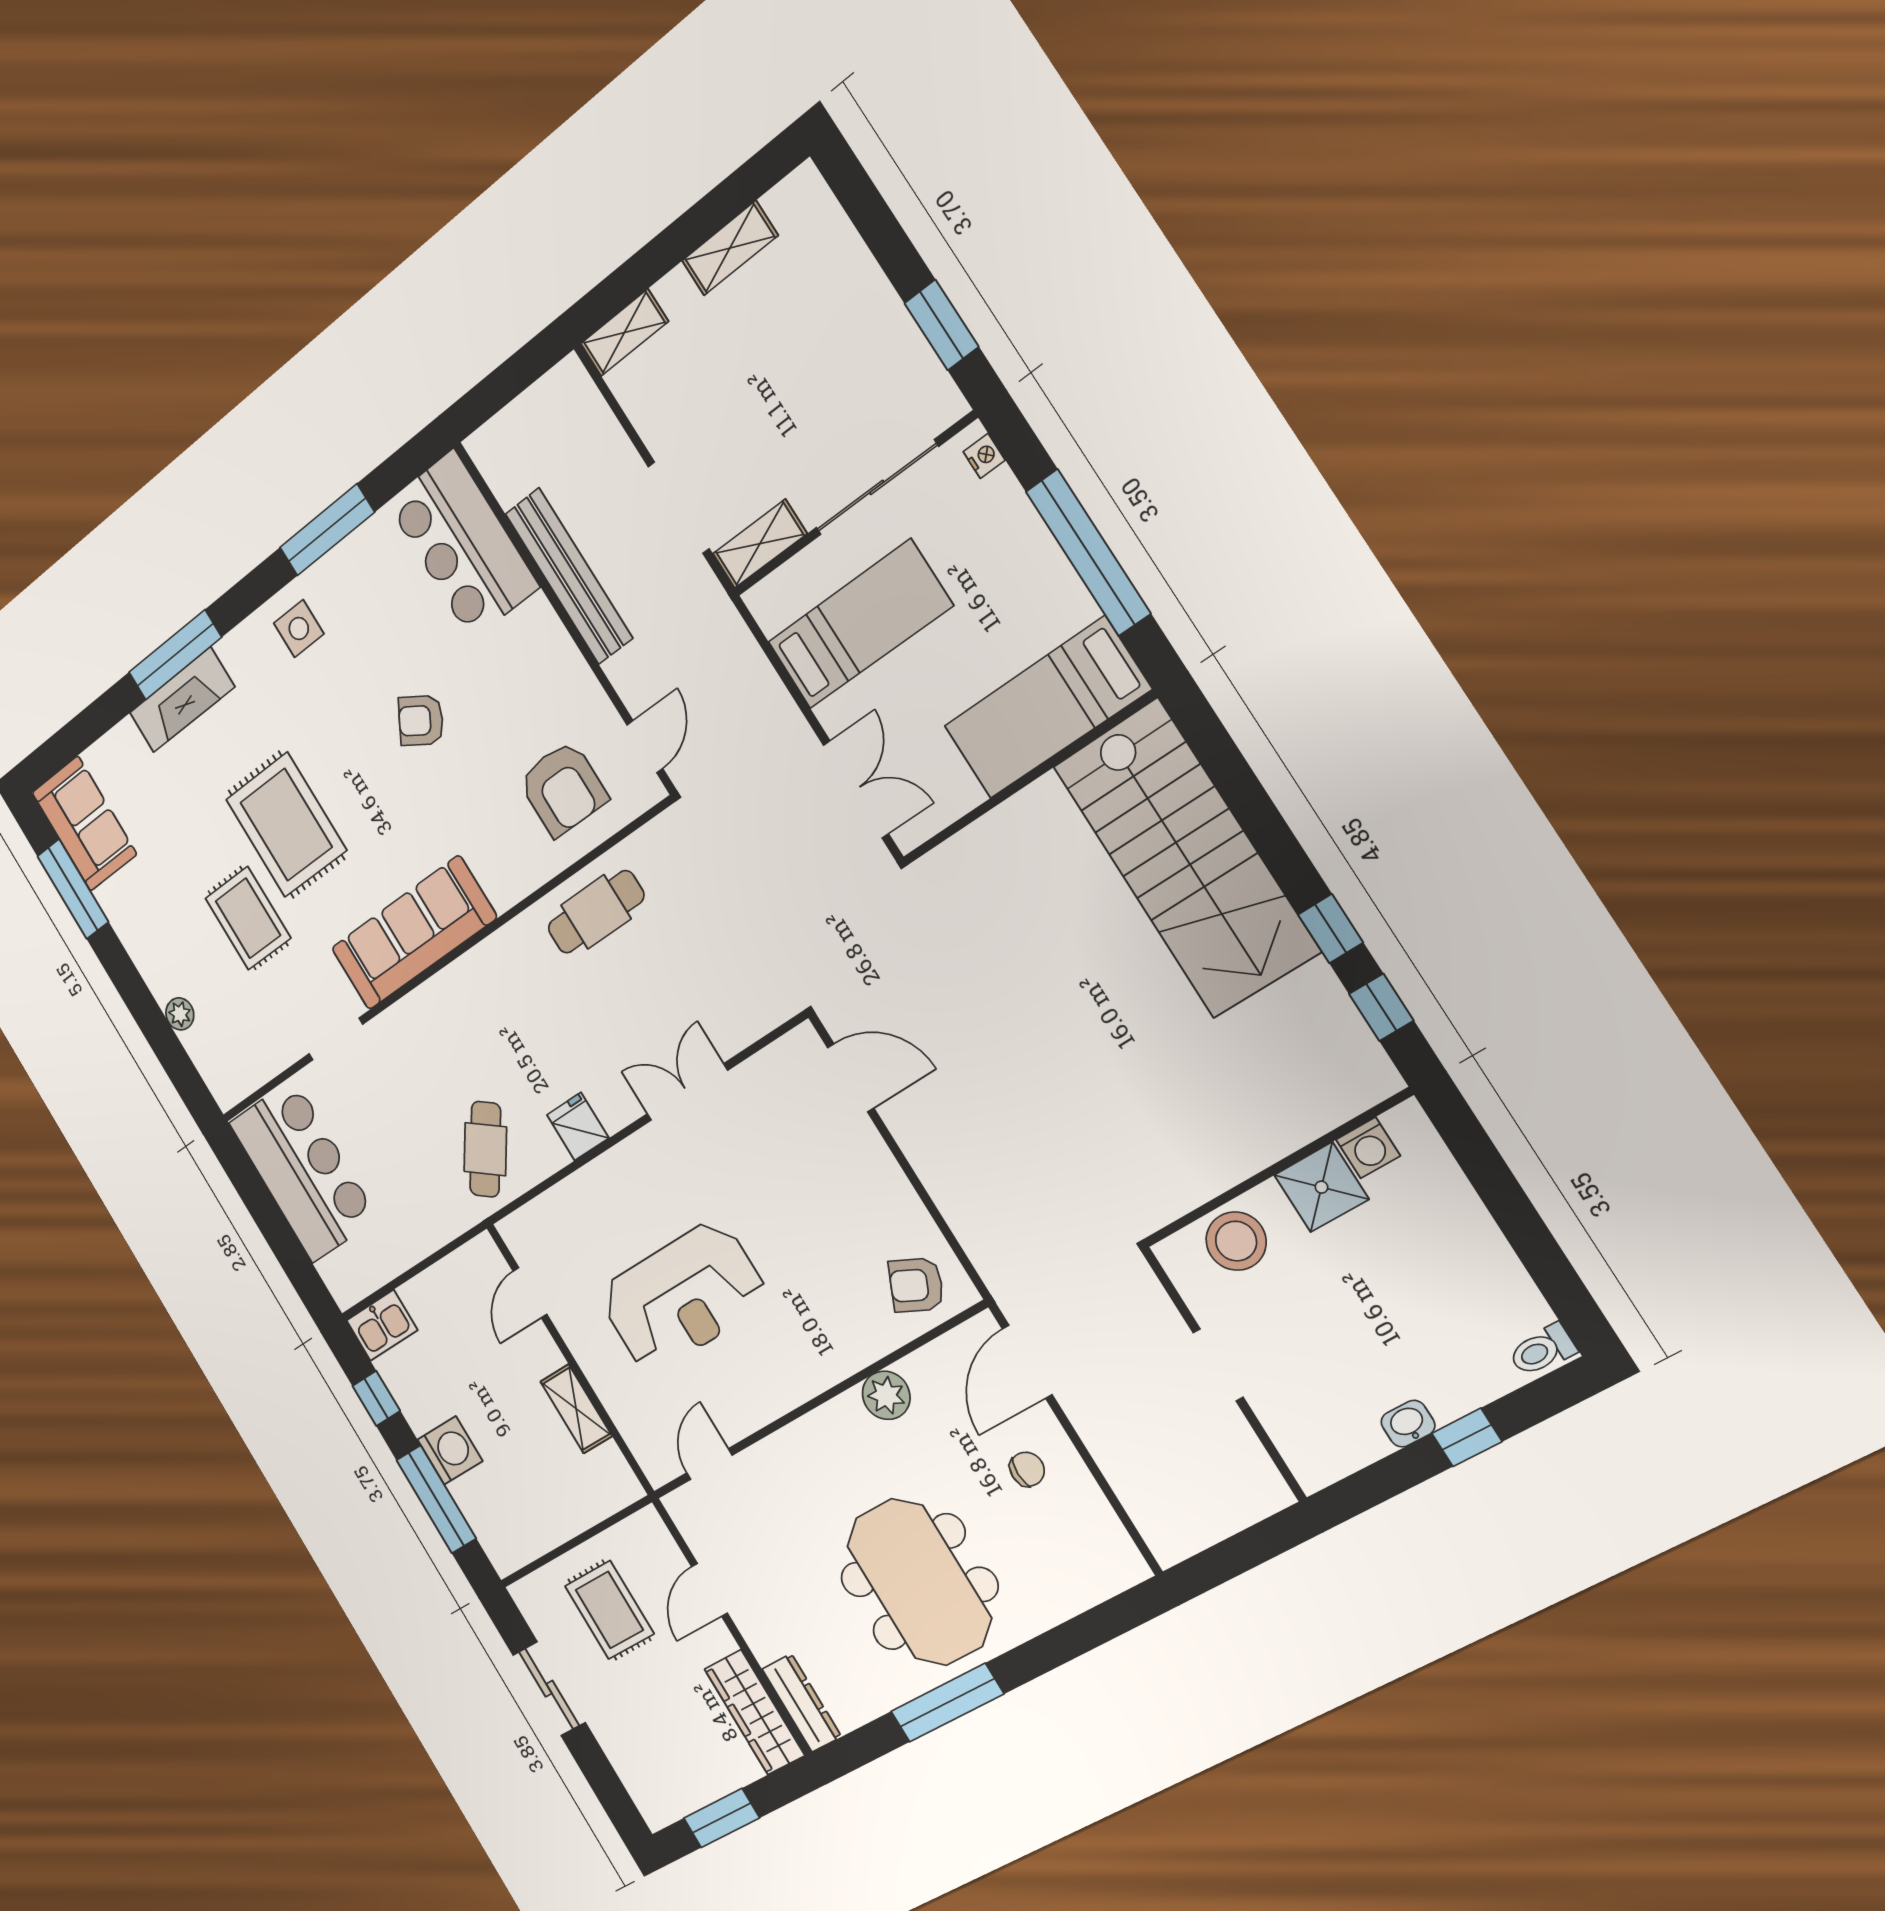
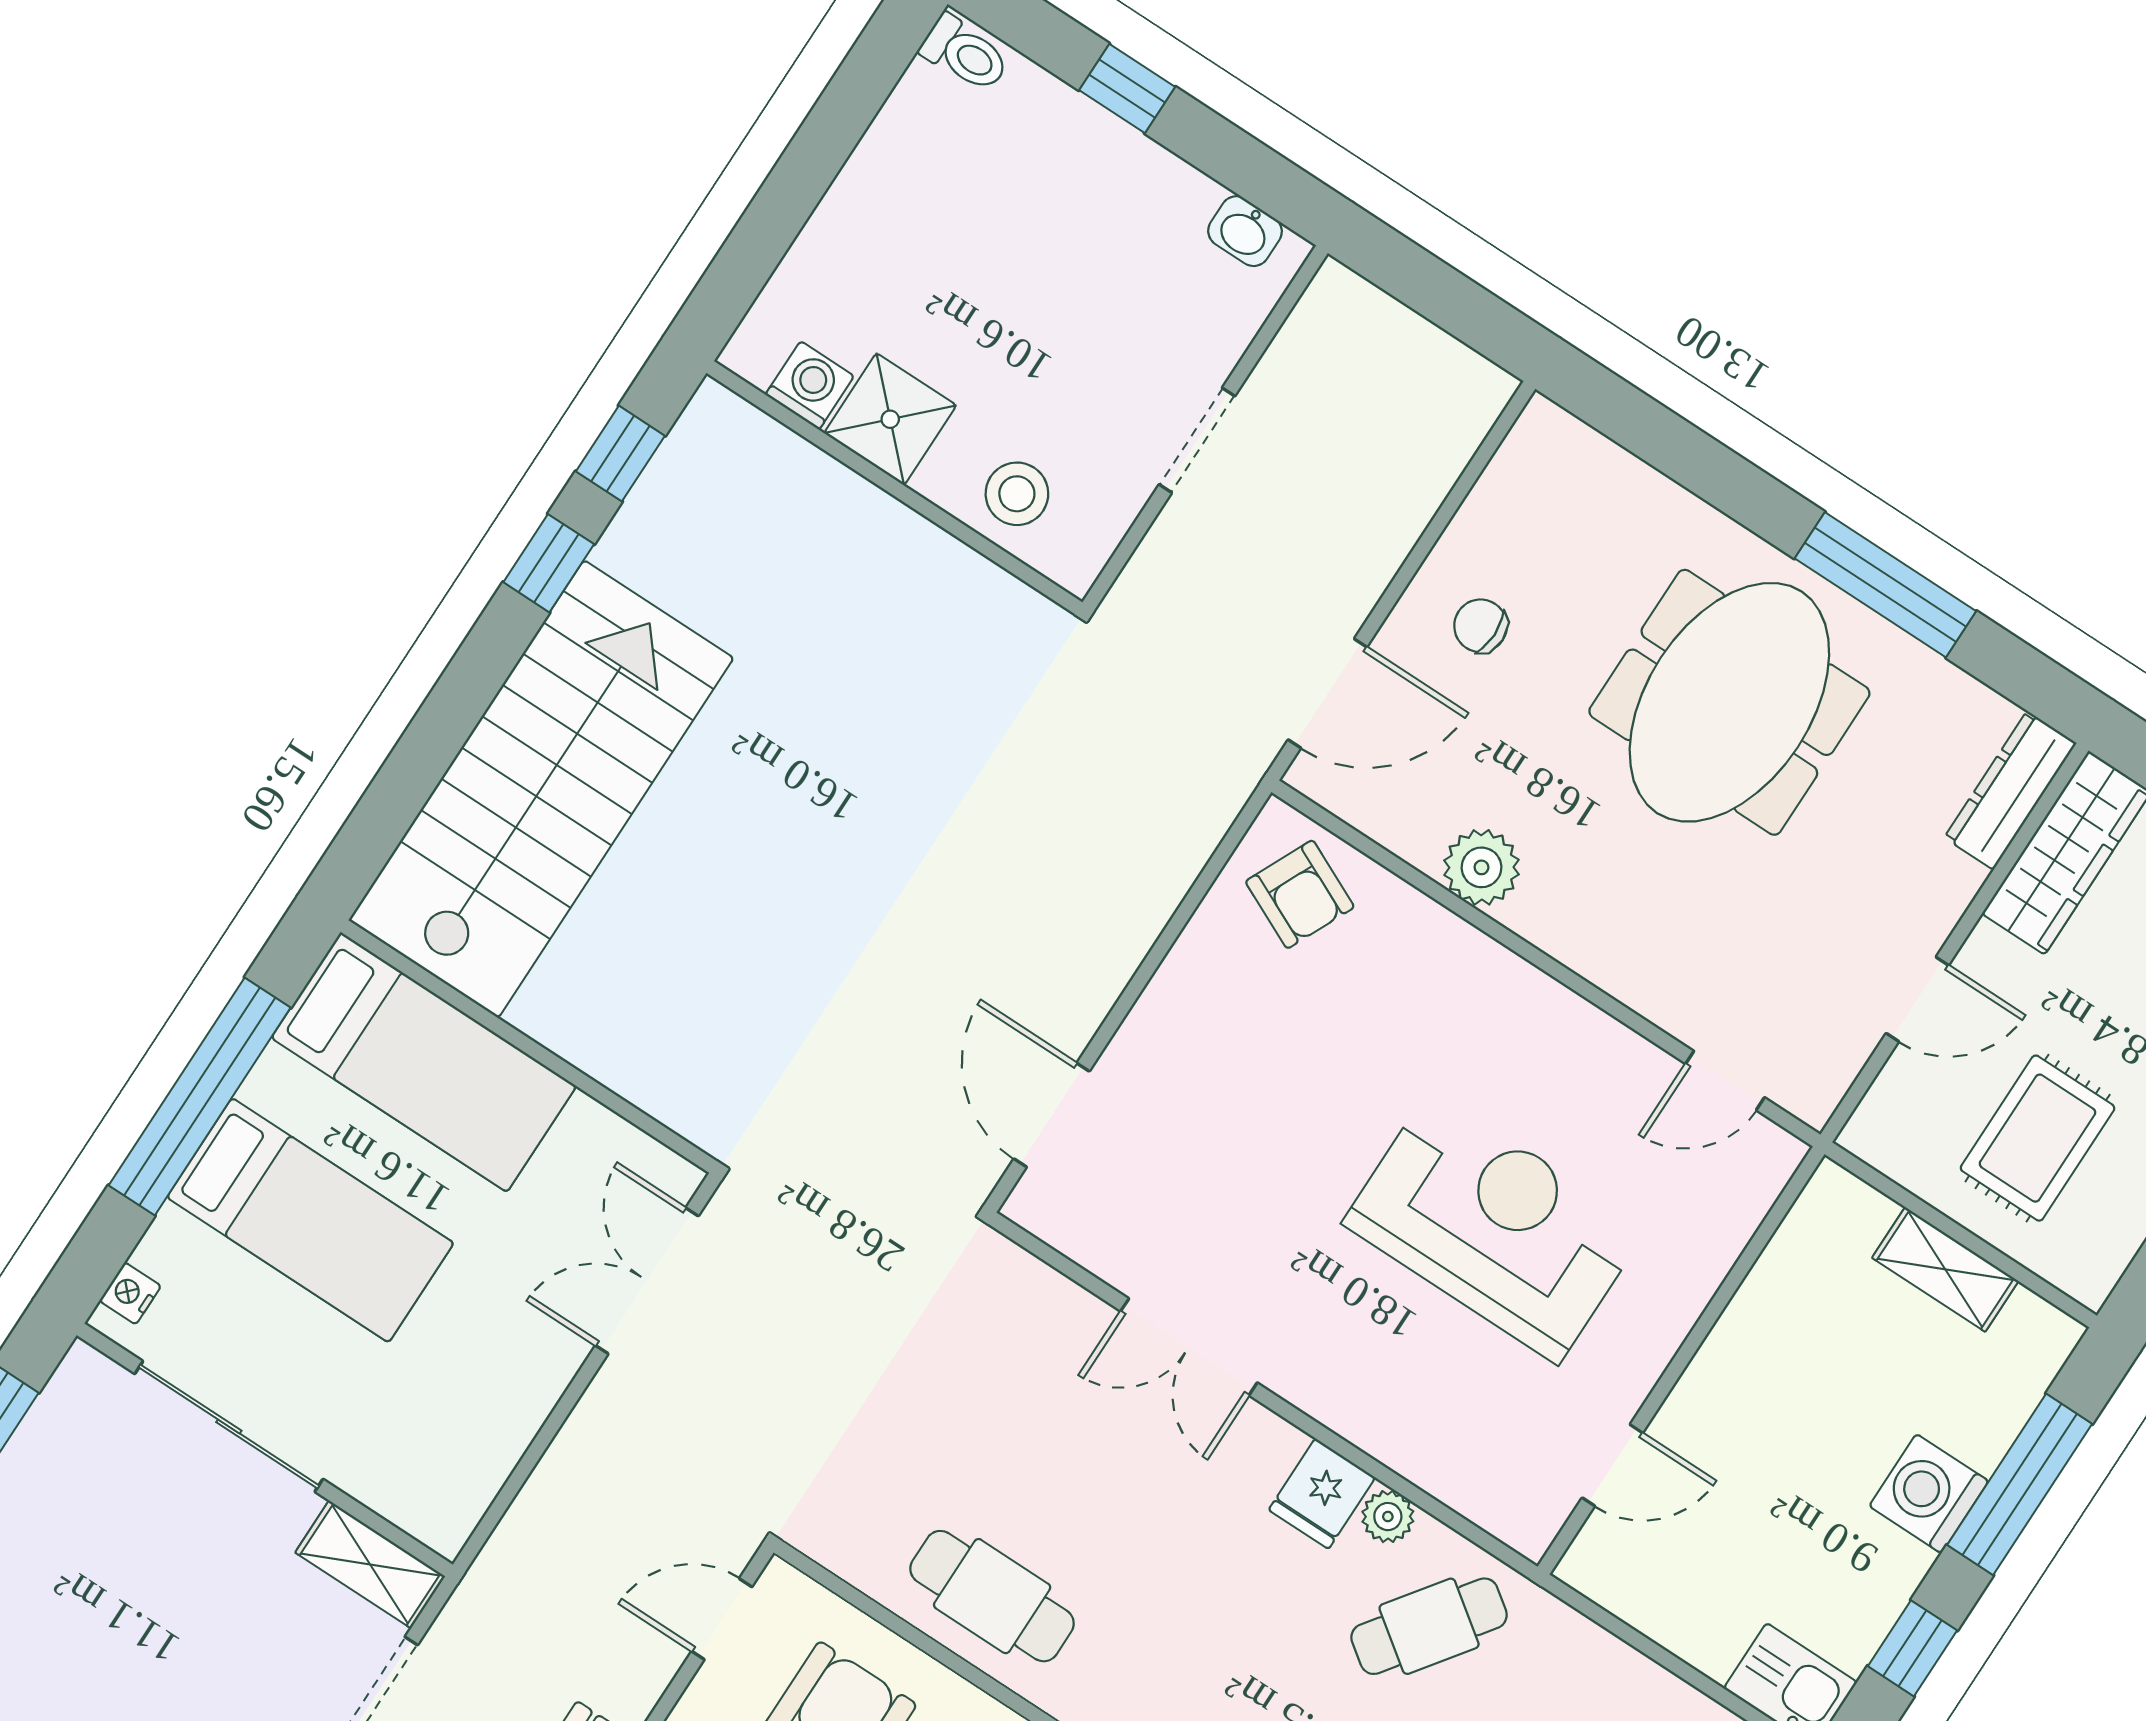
bed: (860, 624) -> (310, 1220), moved, turned 180
plant: (551, 1157) -> (1388, 1517), added
stool: (1236, 1241) -> (1017, 494), width x0.73, depth x0.73
shelving: (576, 1409) -> (1945, 1269), moved, turned 90
washbasin: (1408, 1424) -> (1245, 231), moved

